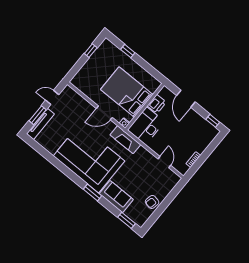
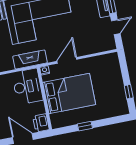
window: (128, 51) -> (85, 126), moved
printer: (157, 104) -> (41, 123), moved

